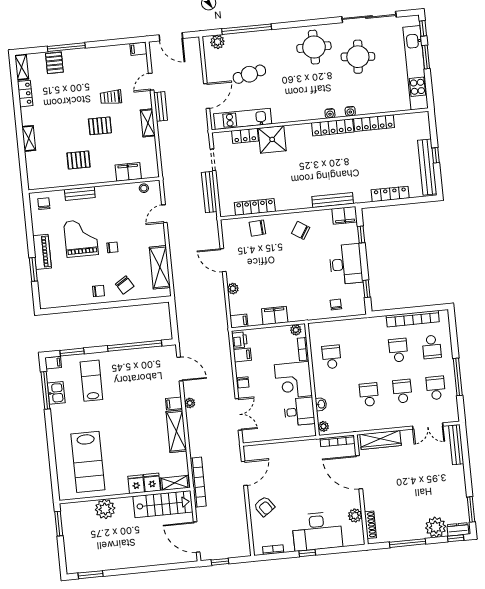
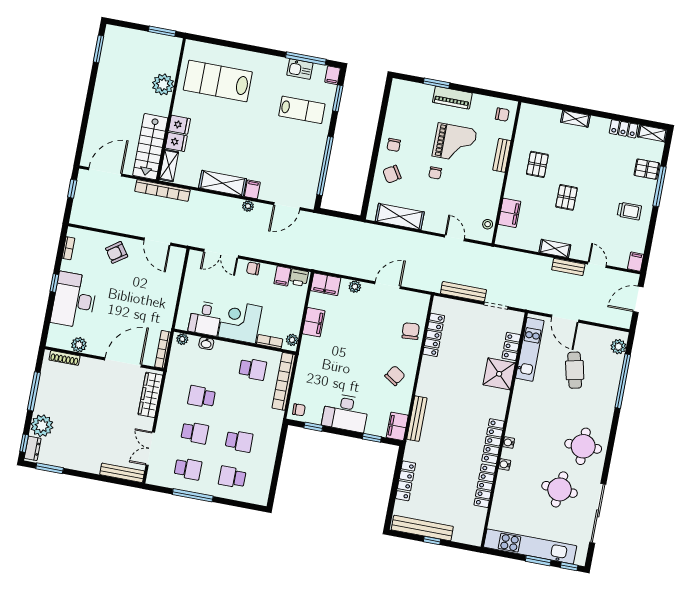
trolley: (111, 97) -> (629, 211), moved, turned 90
chair: (336, 304) -> (299, 410), moved
bookcase: (413, 319) -> (284, 381), moved
filing cabinet: (239, 321) -> (326, 284), width x2.00
school desk: (369, 395) -> (202, 397), turned 180

